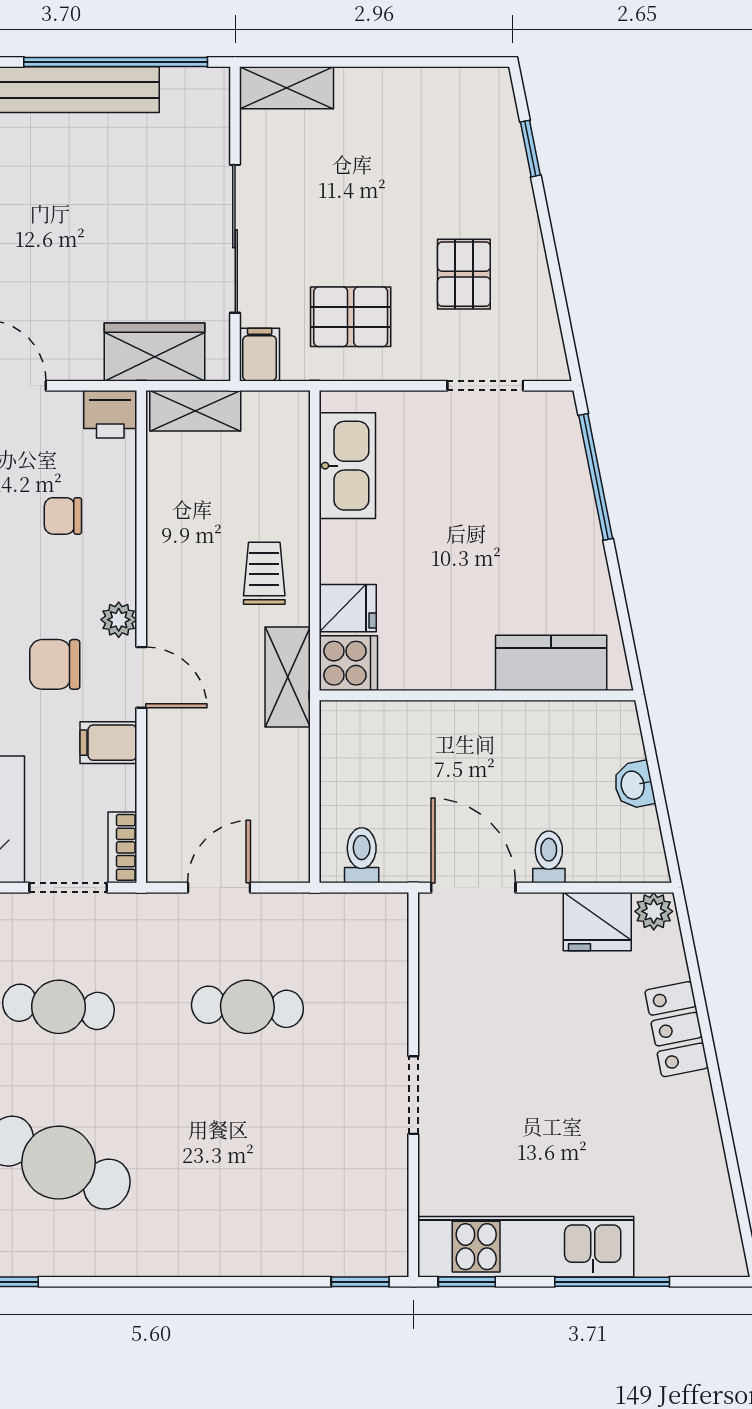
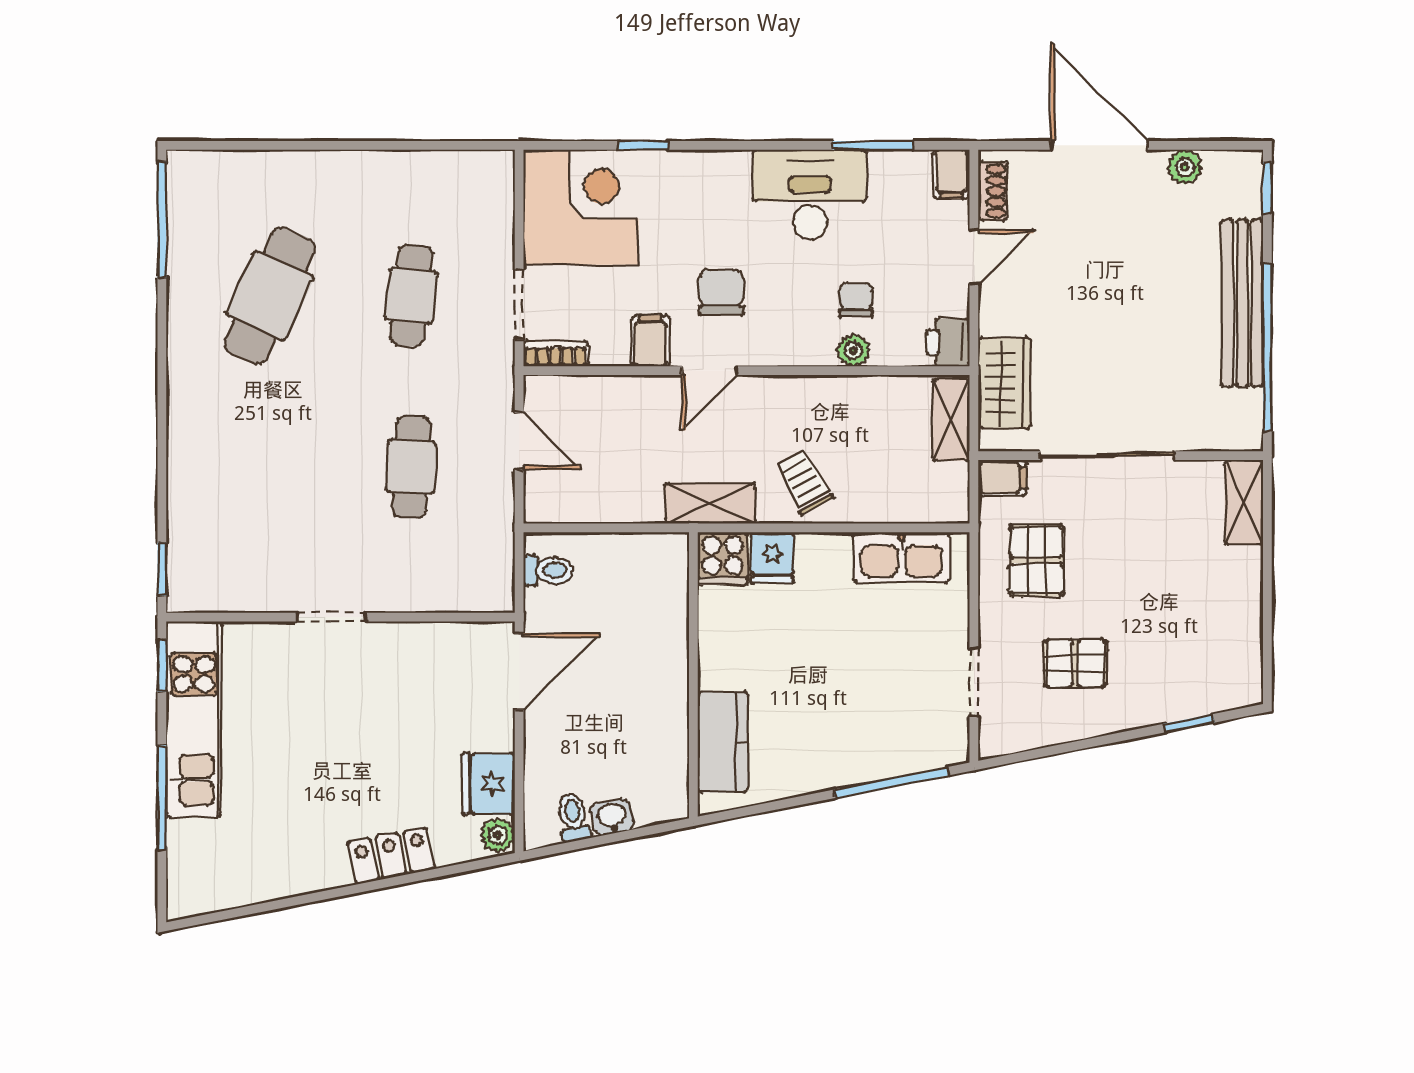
trolley: (264, 573) -> (804, 482), turned -119
plant: (119, 620) -> (853, 350), moved
toilet: (549, 857) -> (573, 817), moved, turned -101

